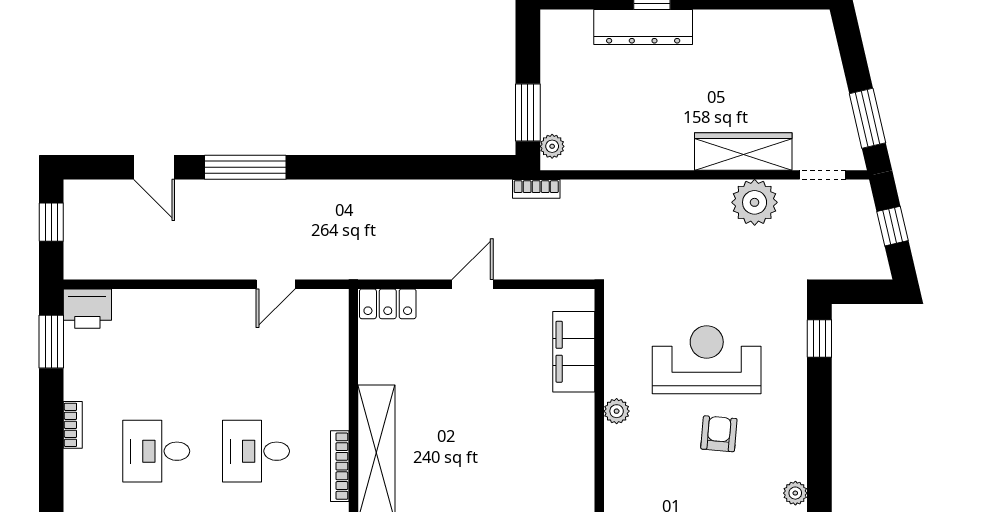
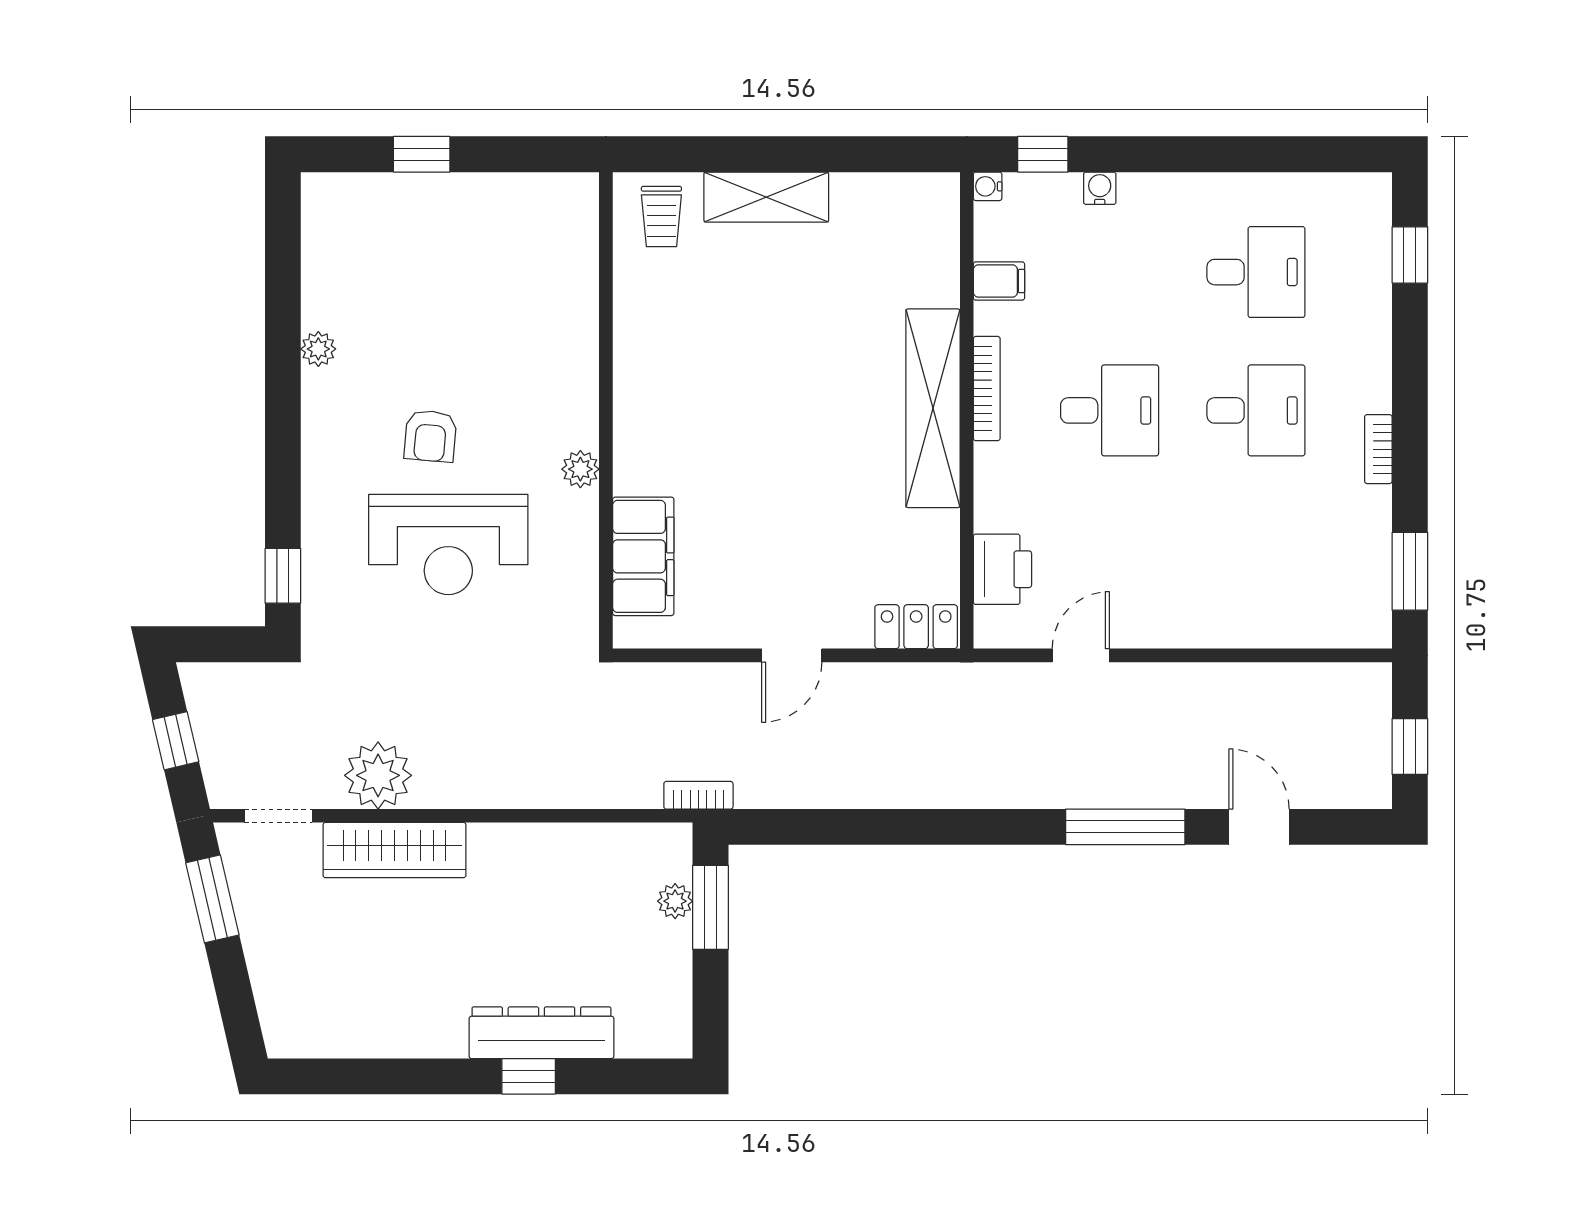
plant: (552, 146) -> (675, 901), moved
printer: (87, 309) -> (1002, 569), moved, turned 90

